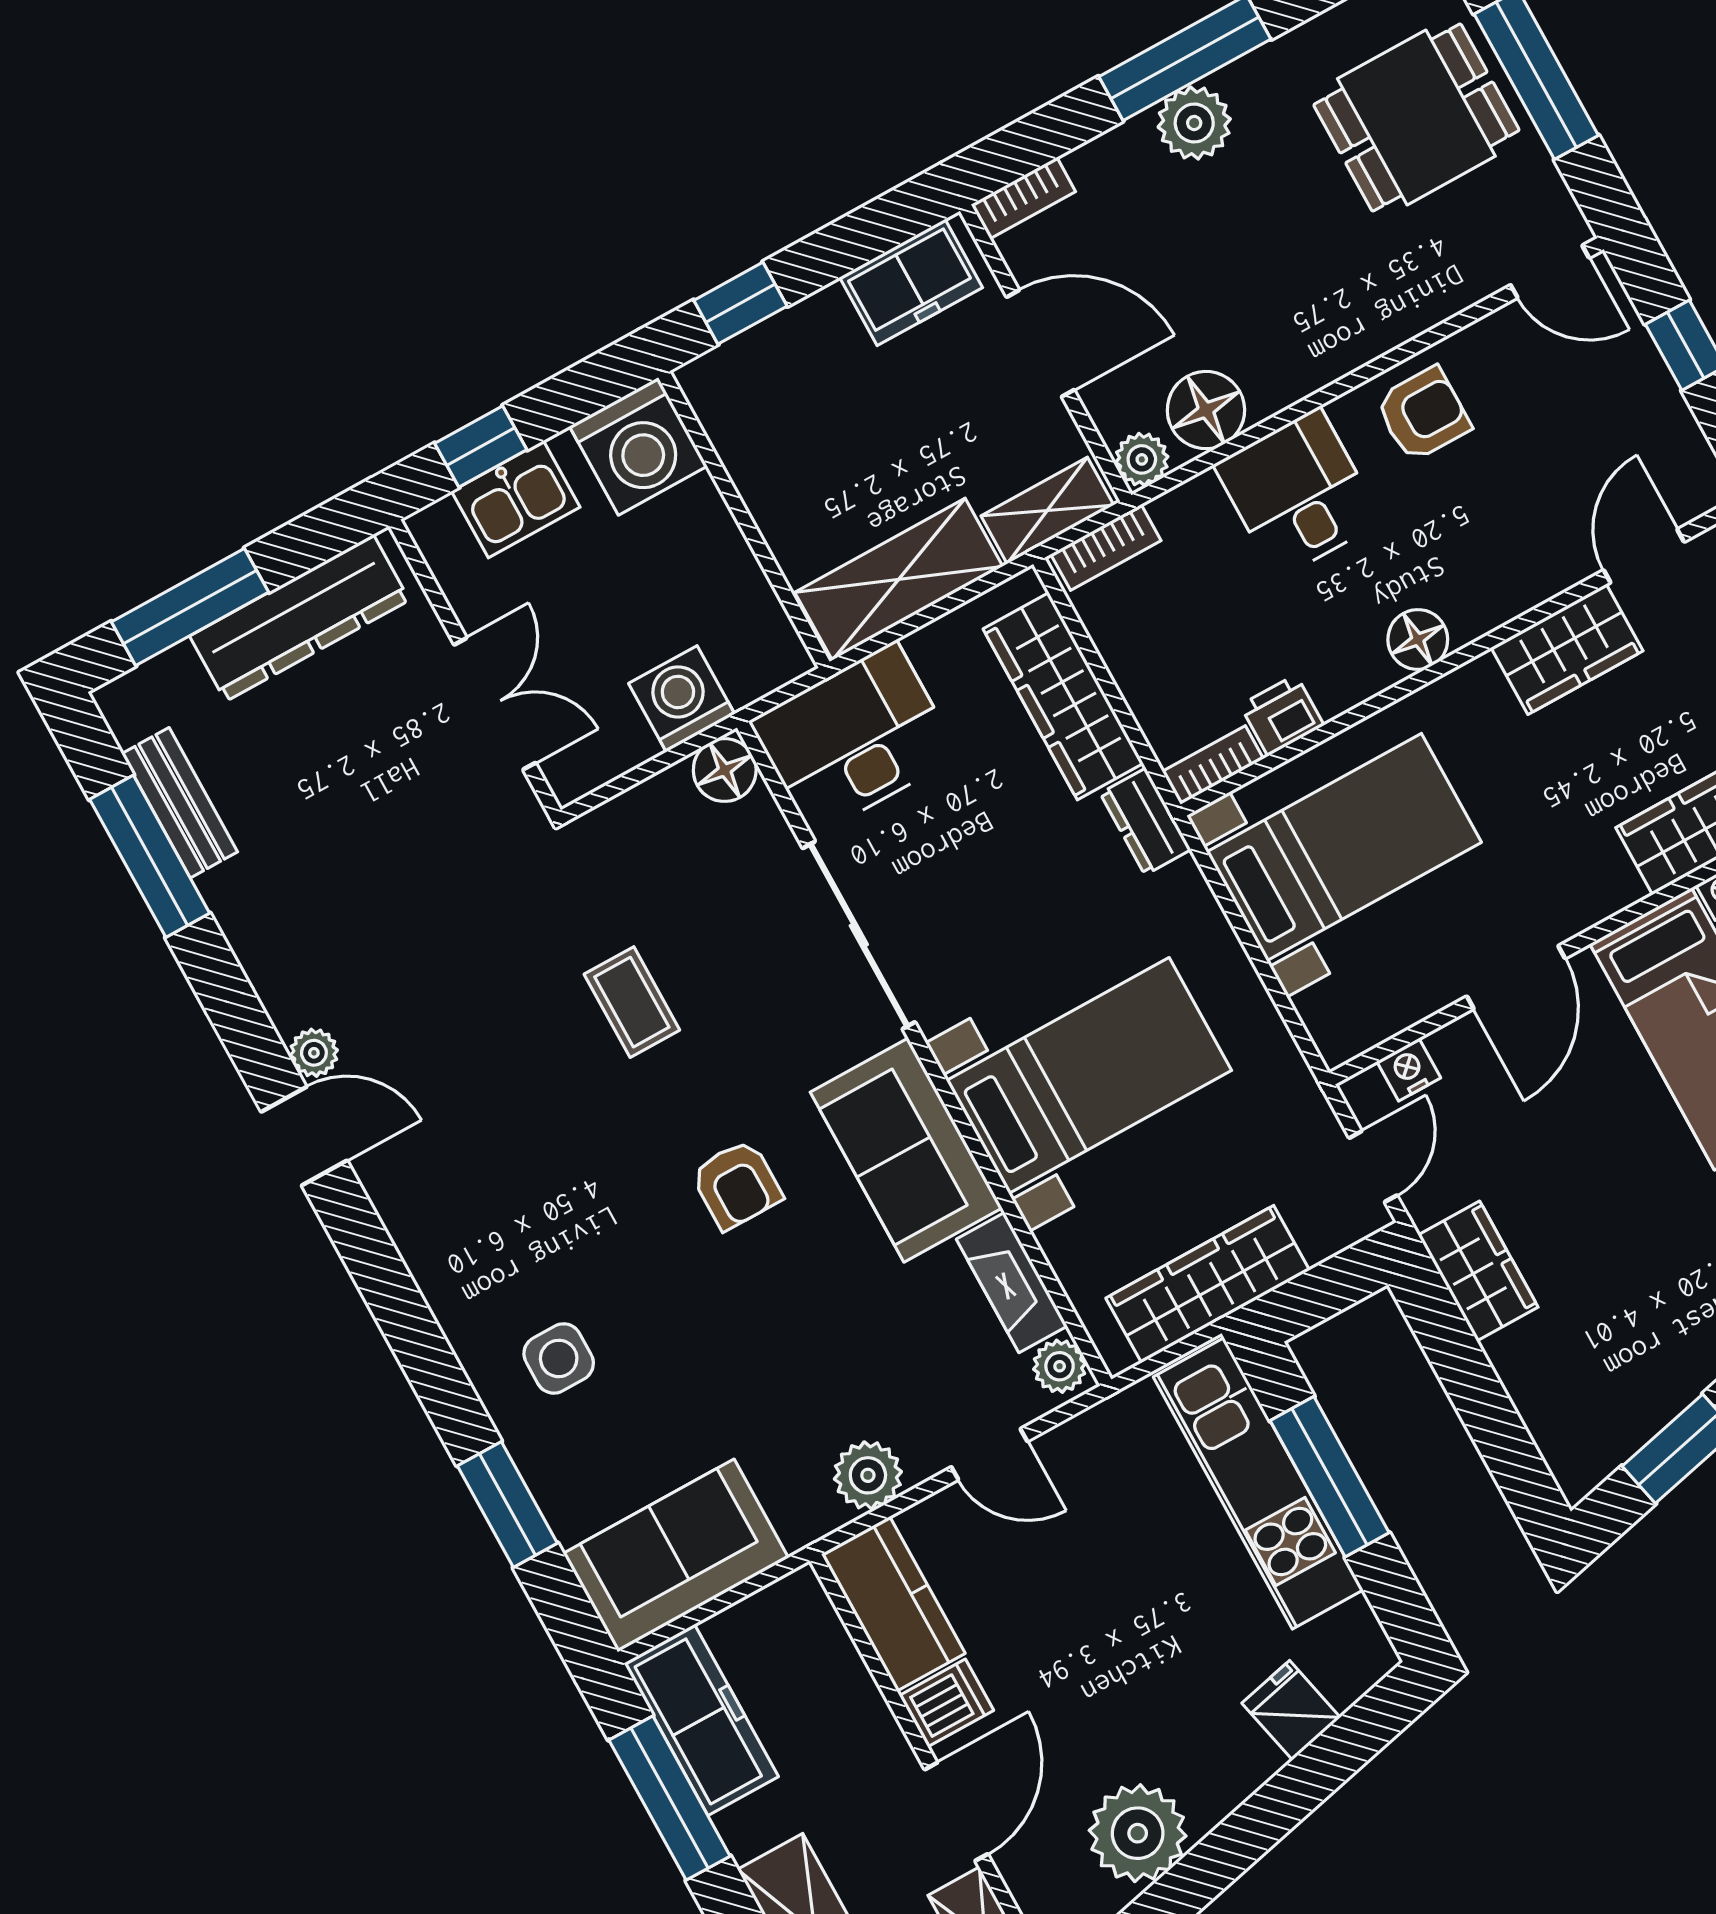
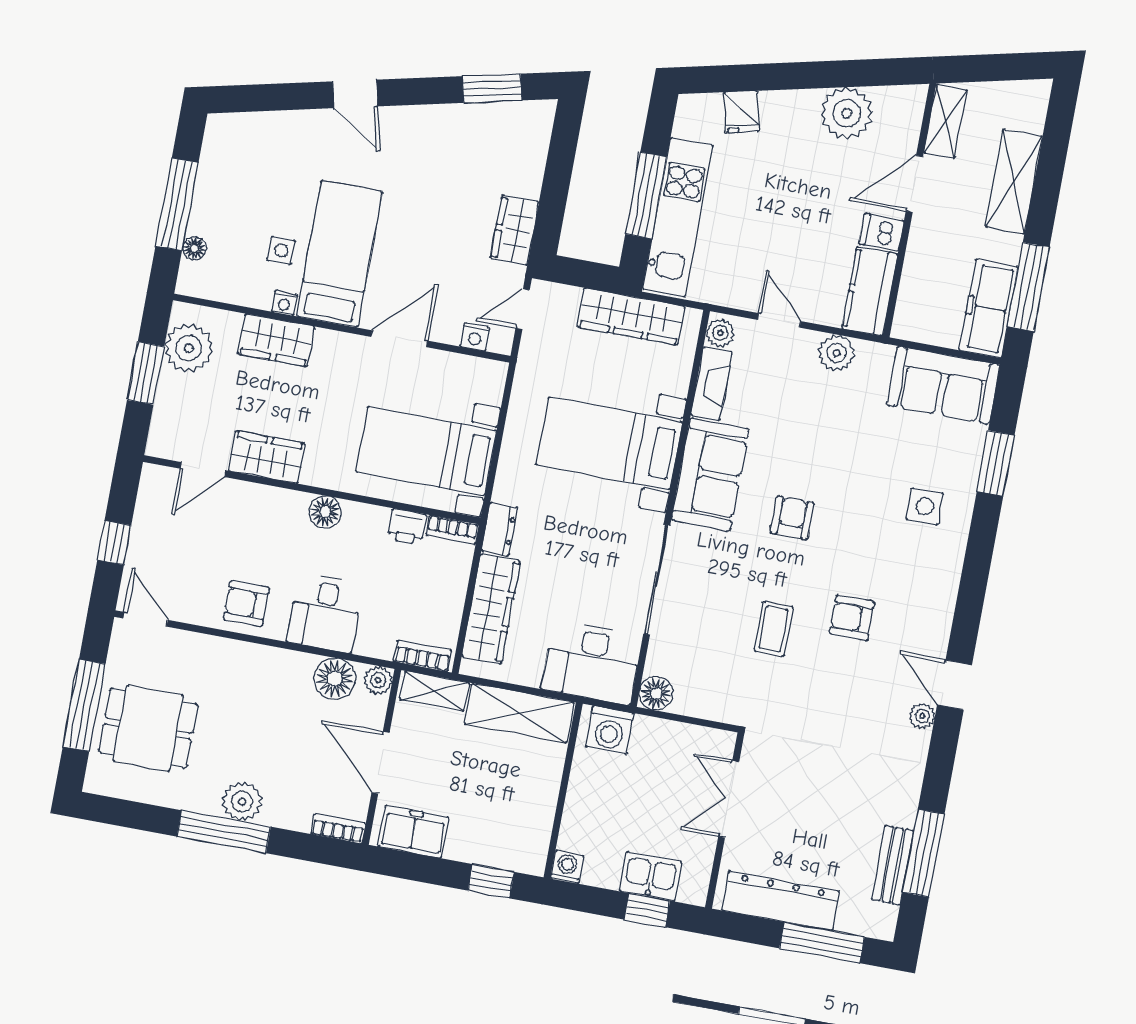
washing machine: (638, 446) -> (567, 867), width x0.53, depth x0.53
washing machine: (682, 699) -> (610, 730), moved
armchair: (532, 1111) -> (852, 618), added

